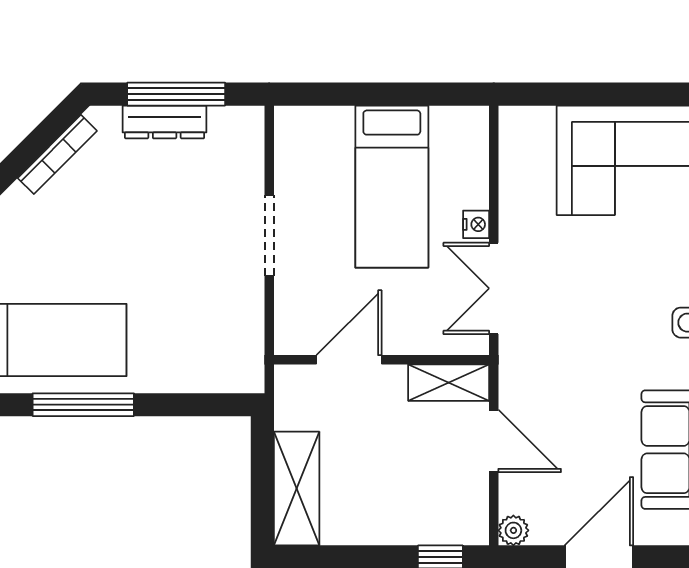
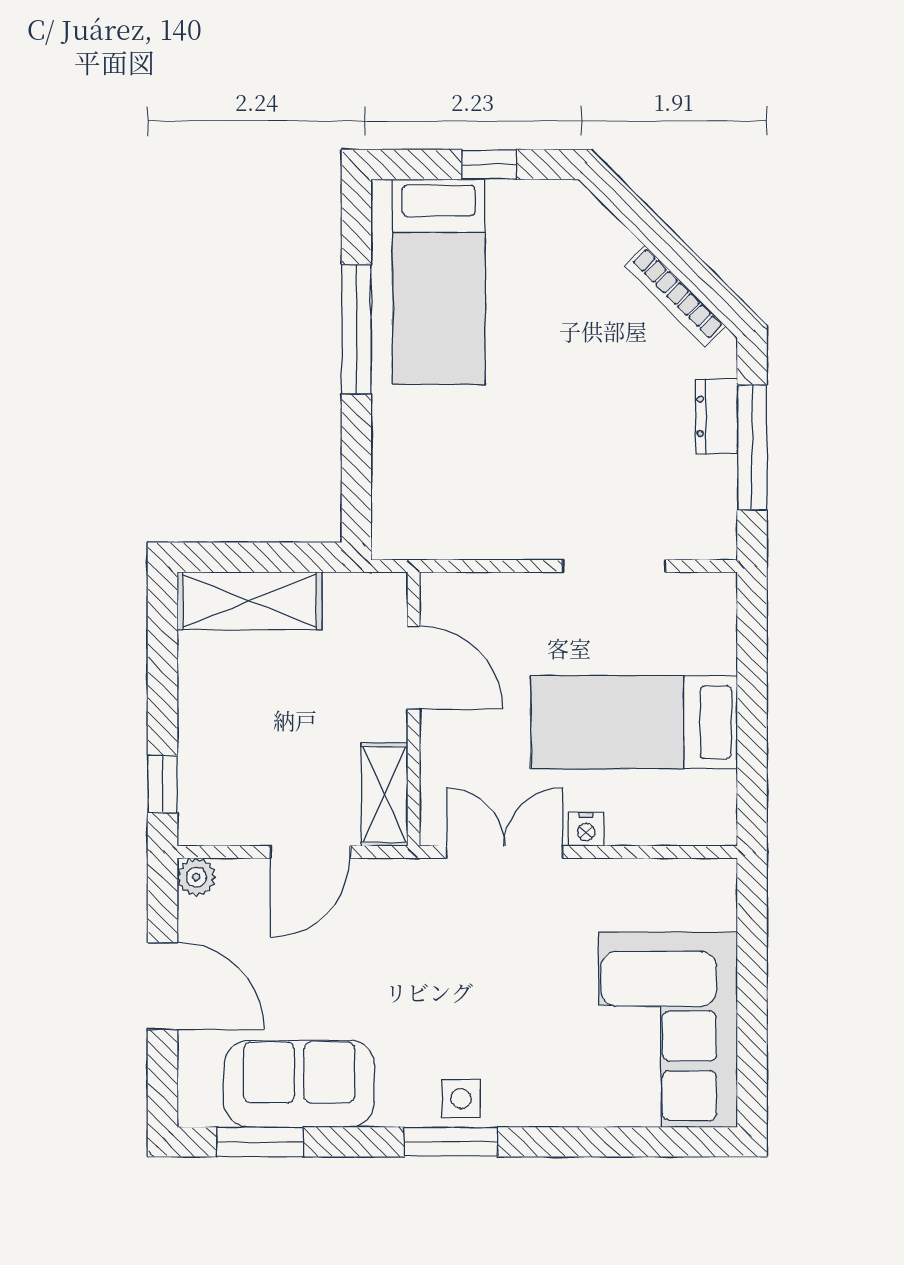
dresser: (165, 122) -> (717, 416), width x0.70
doorway: (269, 235) -> (614, 566), moved

